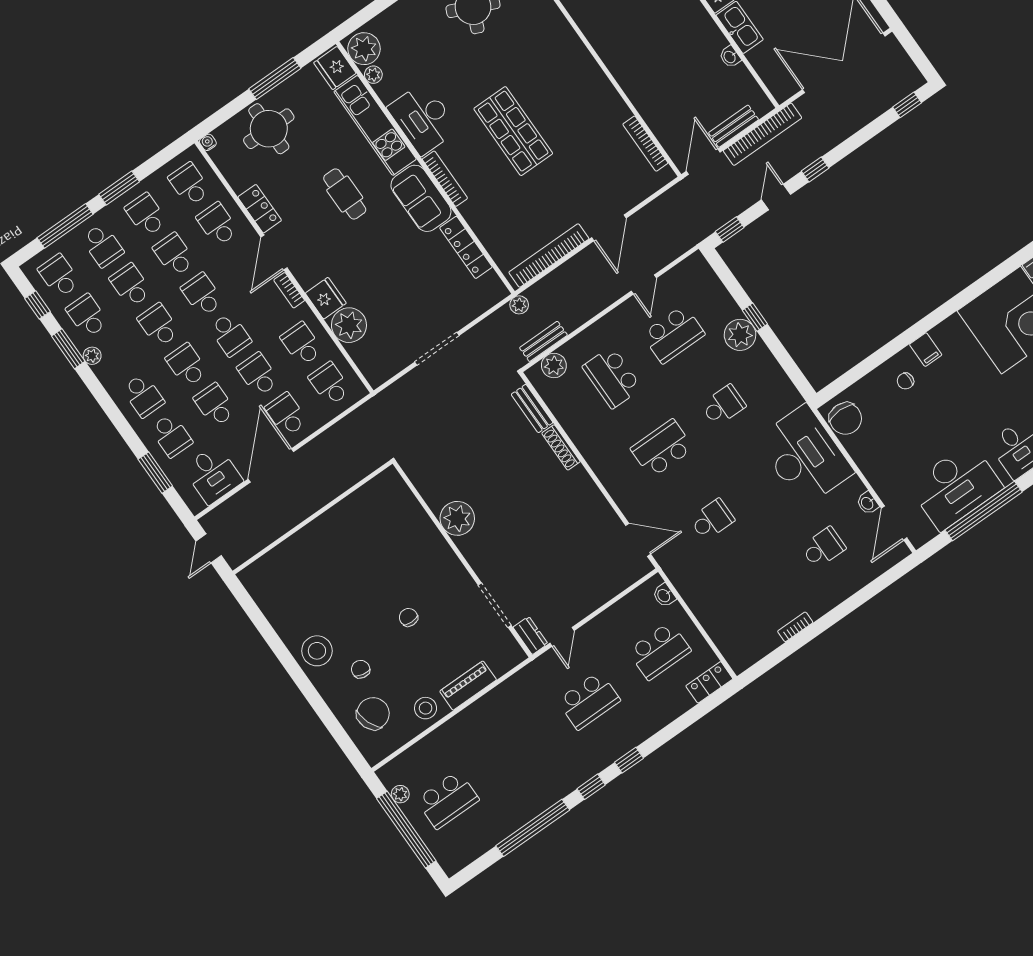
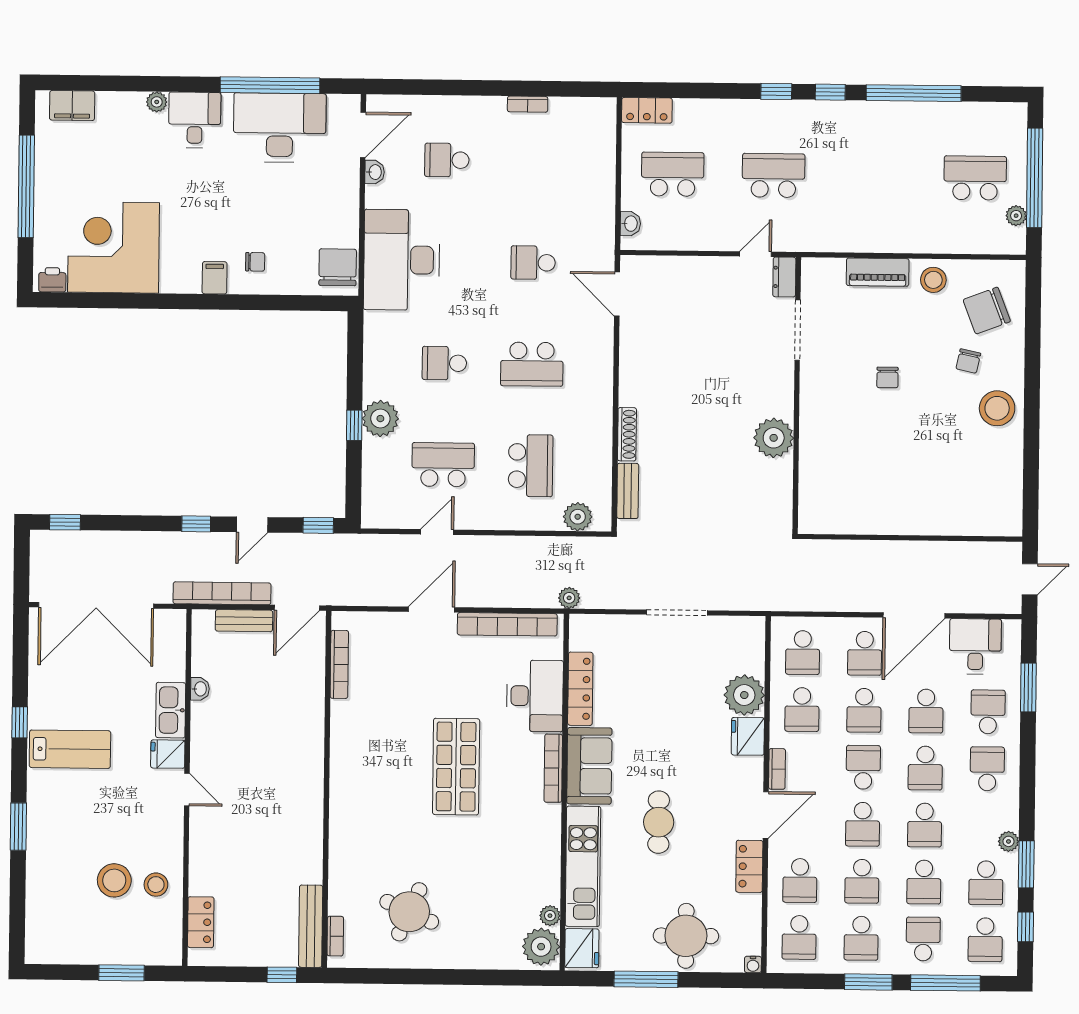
desk: (423, 119) -> (535, 696), moved
bench: (543, 341) -> (571, 547), removed

